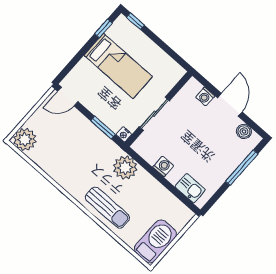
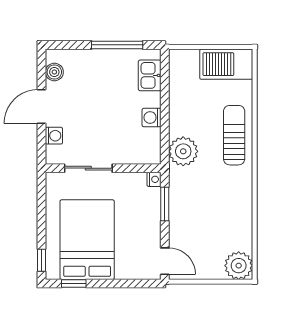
bed: (118, 66) -> (87, 240), width x1.50
sliding door: (154, 114) -> (88, 168), moved
window: (242, 168) -> (117, 45), moved

